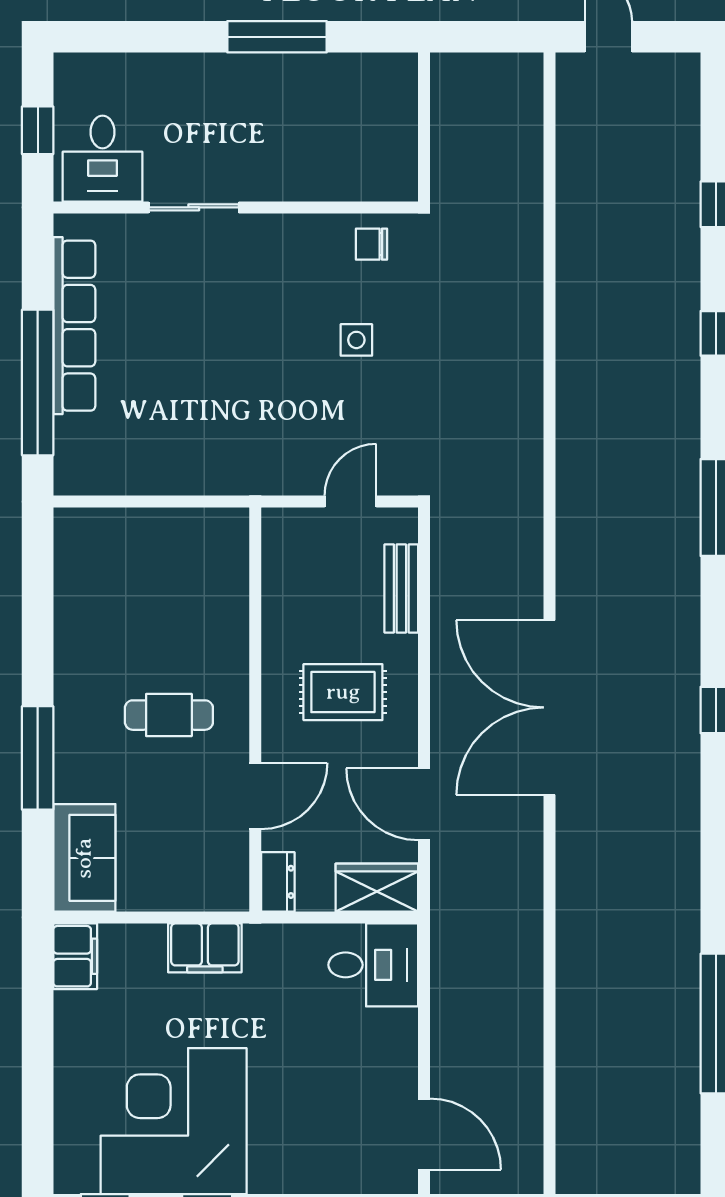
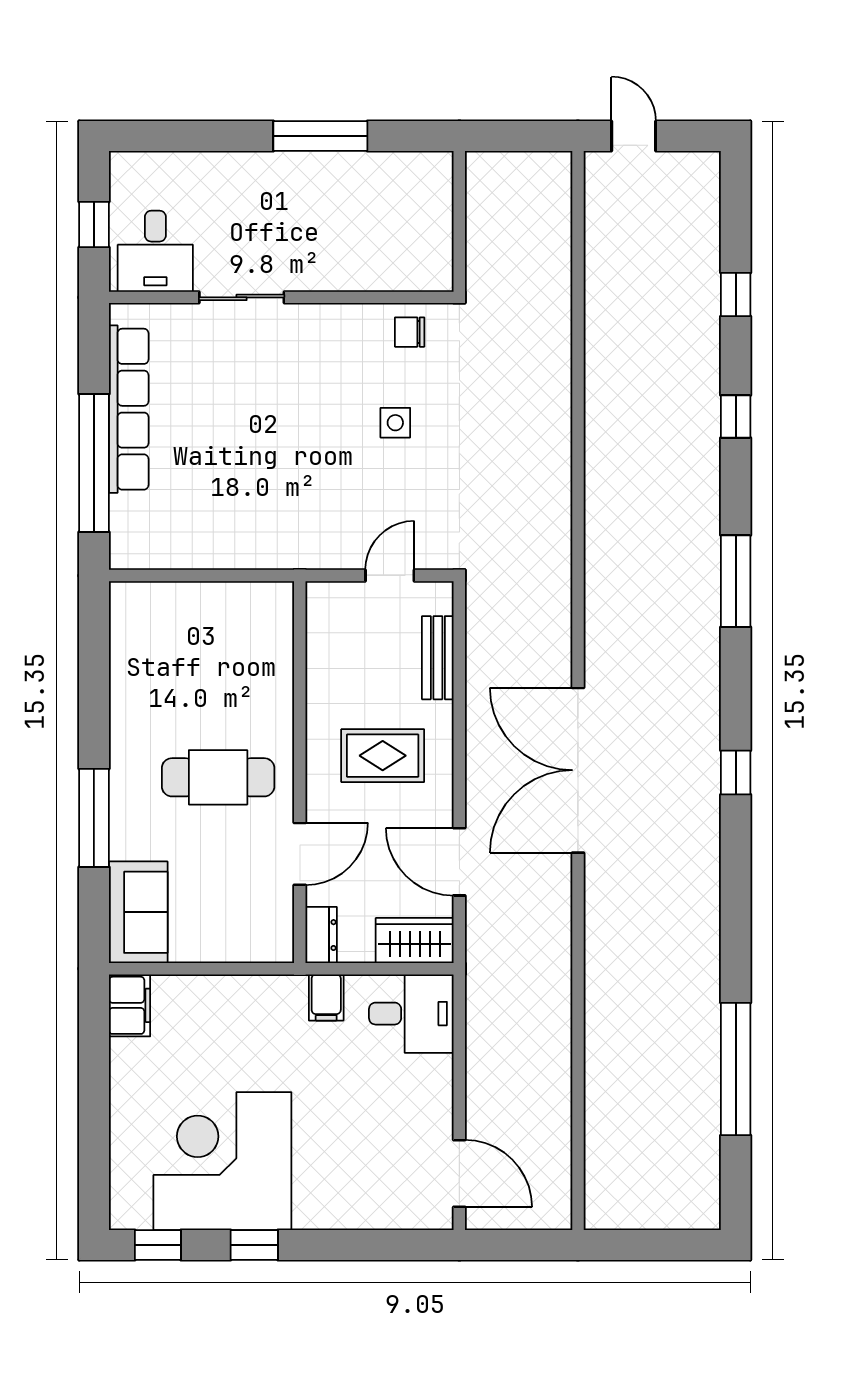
cafe table: (169, 715) -> (218, 777), width x1.37, depth x1.35
filing cabinet: (205, 948) -> (326, 997), moved, width x0.50

